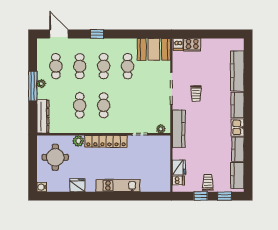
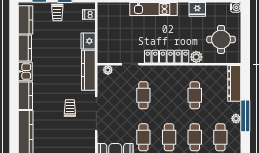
cafe table: (104, 105) -> (143, 95), moved
fridge: (179, 168) -> (88, 41), moved

